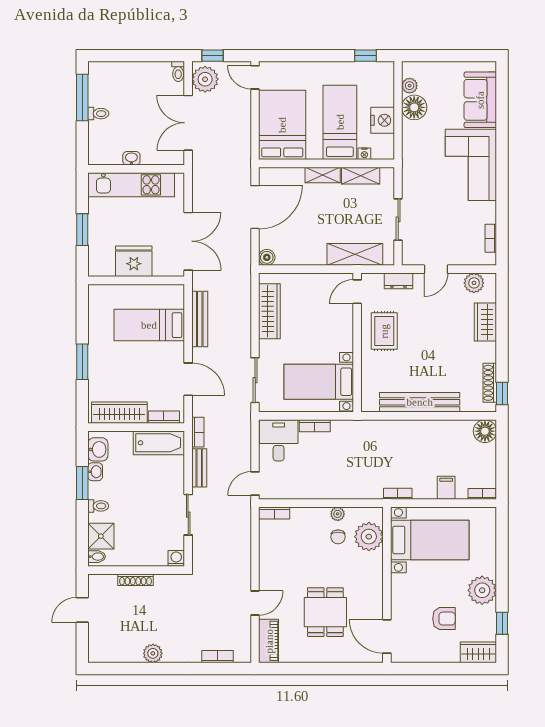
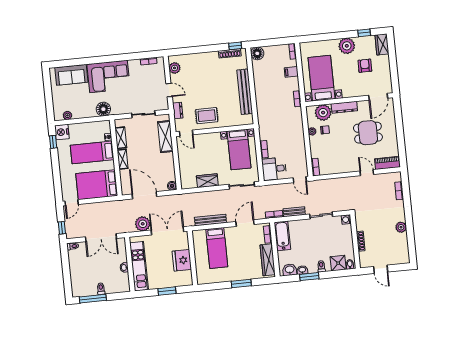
plant: (205, 79) -> (143, 224), moved
floor lamp: (414, 107) -> (103, 109), moved
nightstand: (383, 120) -> (62, 132), moved, turned -90
wardrobe: (269, 311) -> (207, 181), width x0.67
wardrobe: (485, 322) -> (196, 59), removed
dresser: (374, 575) -> (344, 107), added

